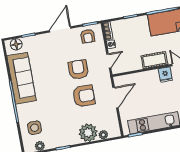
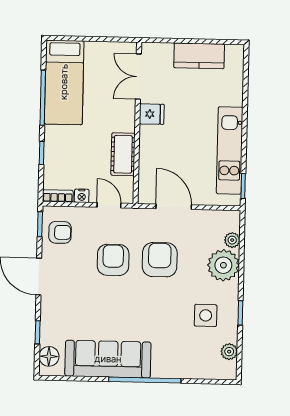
cot: (154, 60) -> (123, 154), moved
armchair: (78, 70) -> (113, 260), turned 90
side table: (35, 128) -> (206, 315), moved

